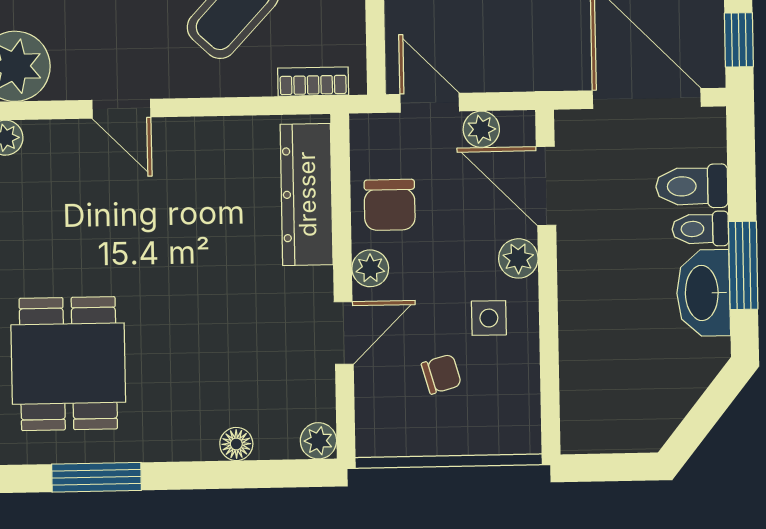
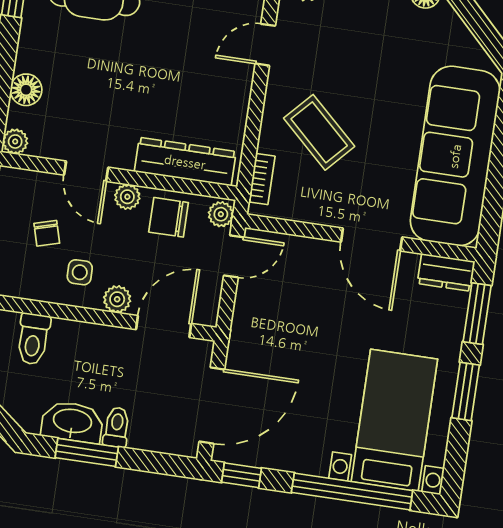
plant: (481, 129) -> (221, 214), moved
toilet: (692, 186) -> (33, 339), moved, turned 180
floor lamp: (236, 444) -> (26, 90), width x1.37, depth x1.37

